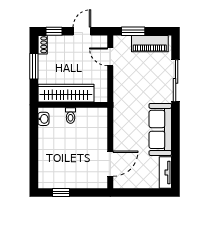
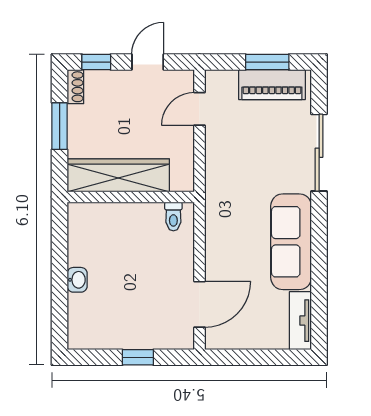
window: (133, 31) -> (267, 62), moved
door: (110, 57) -> (199, 109), hinge flipped
toilet: (71, 116) -> (173, 216), moved
washbasin: (43, 119) -> (77, 280), moved
window: (61, 192) -> (138, 357), moved

